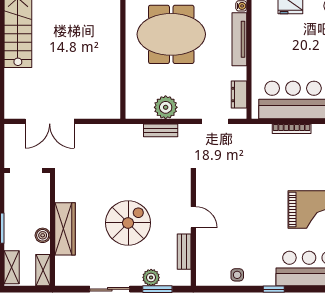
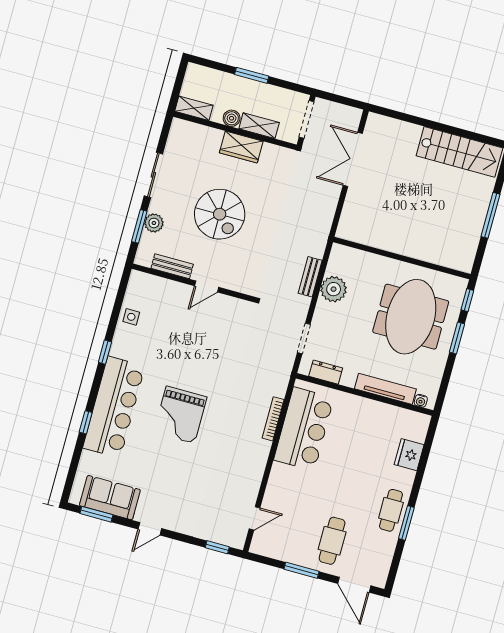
wardrobe: (65, 229) -> (241, 147), width x0.67
shelving: (12, 267) -> (259, 126), moved

